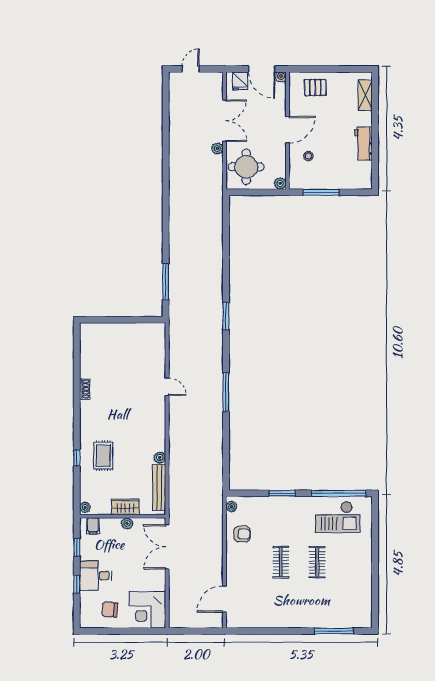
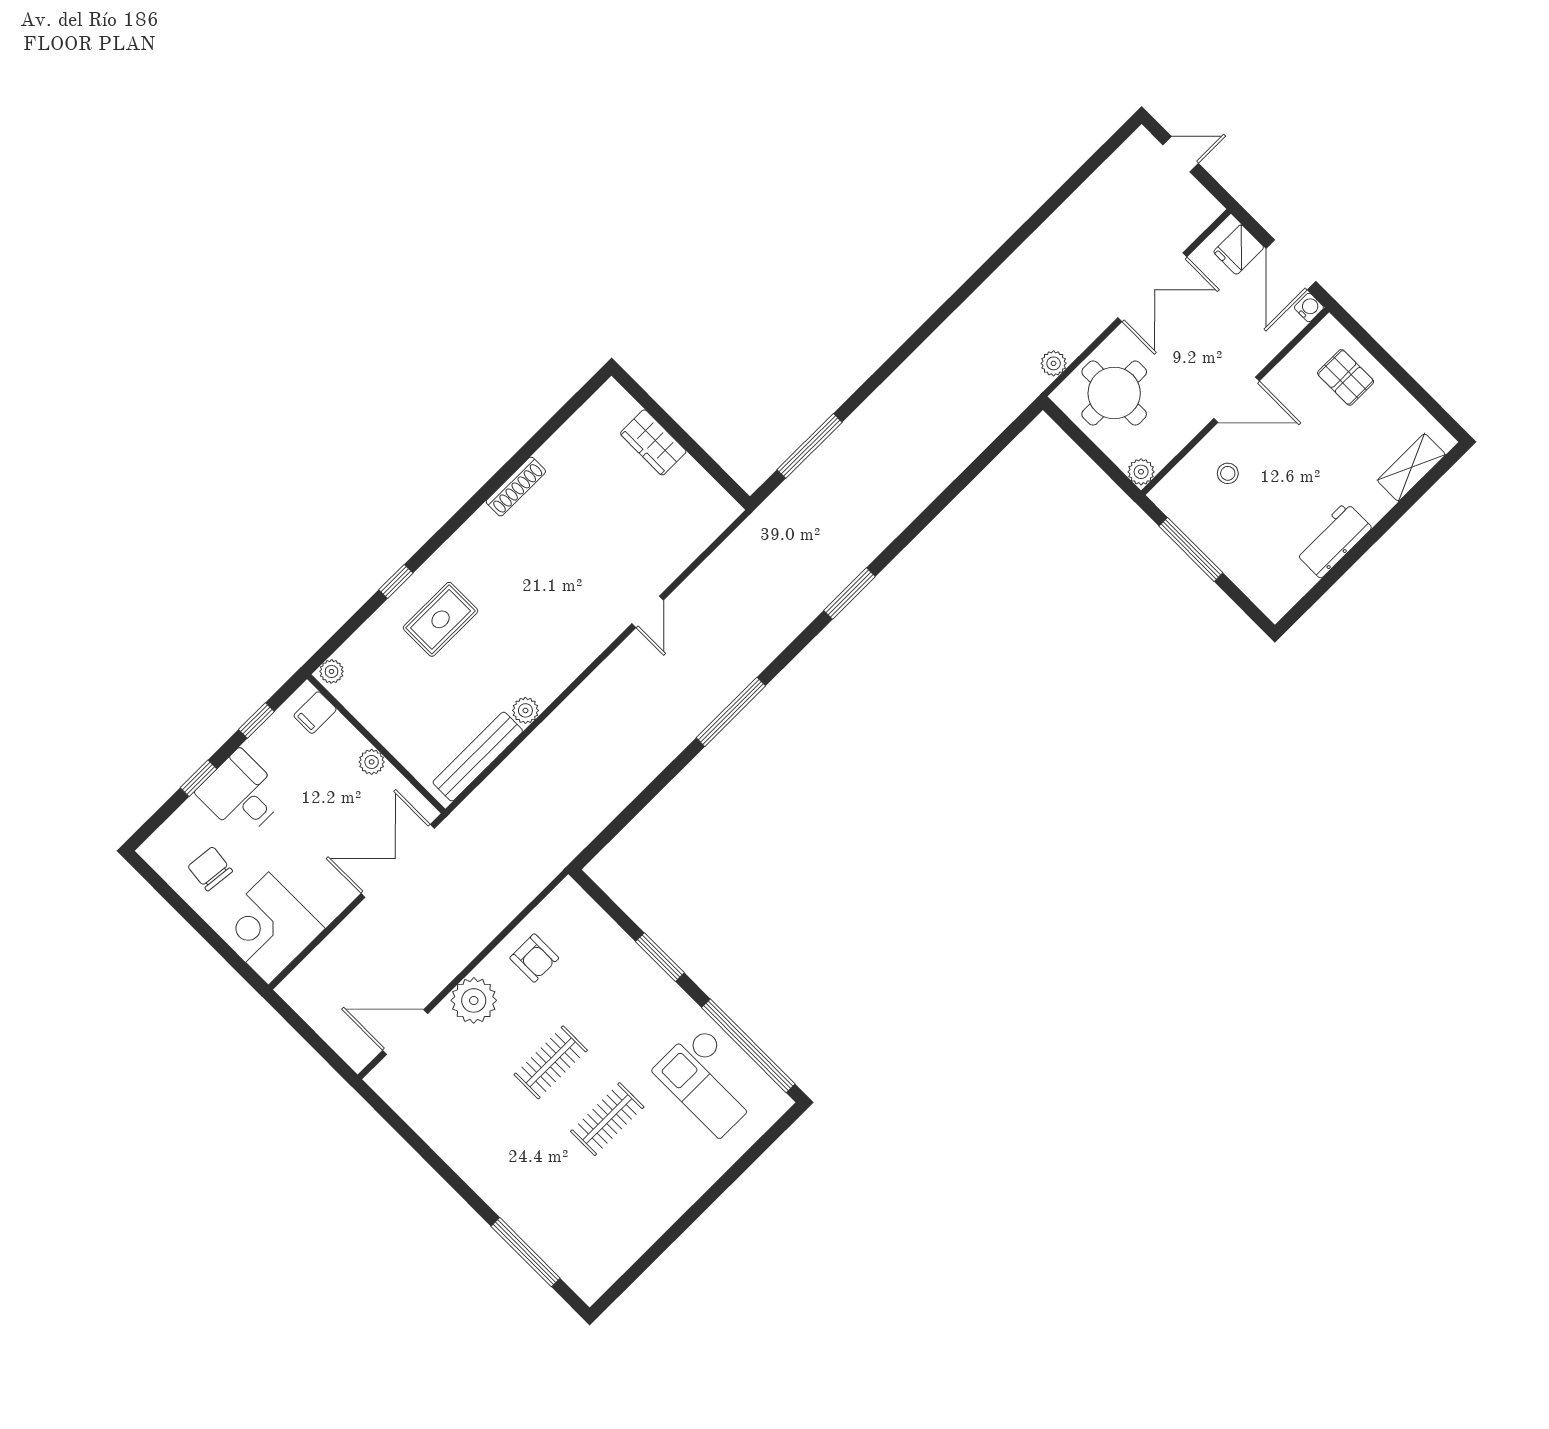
plant: (217, 148) -> (1054, 363), moved
shoe rack: (85, 389) -> (516, 487), width x1.43
wardrobe: (125, 507) -> (653, 442), moved, turned 180
plant: (231, 507) -> (474, 1000), moved, width x1.87, depth x1.87

